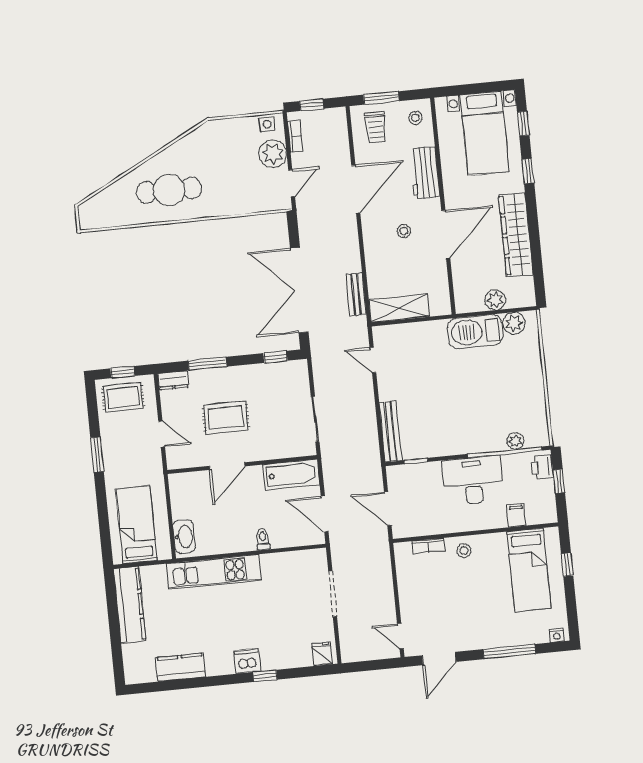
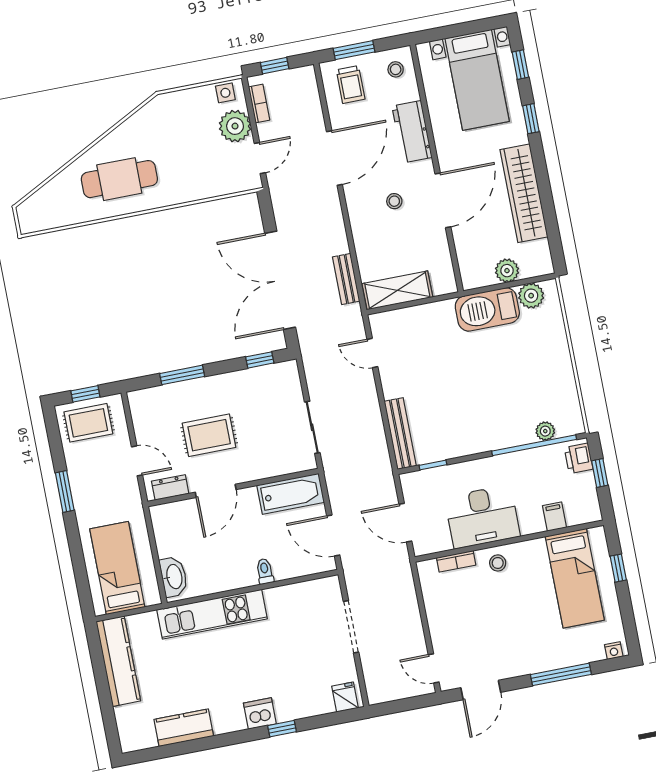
dresser: (173, 380) -> (170, 487), moved, turned 180
desk: (473, 481) -> (482, 517), moved, turned 180

